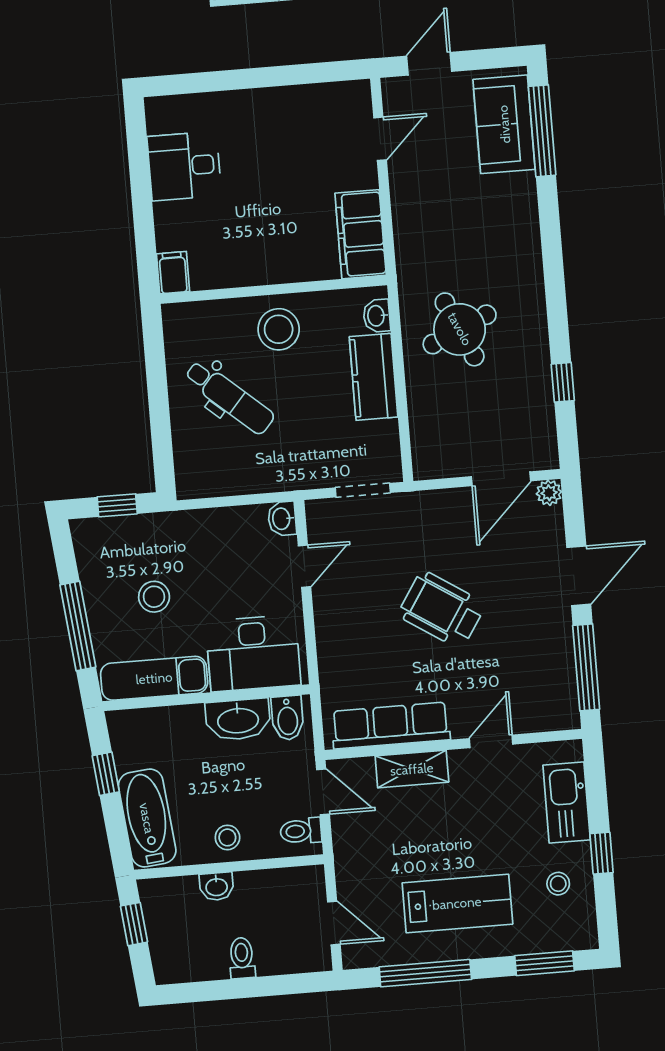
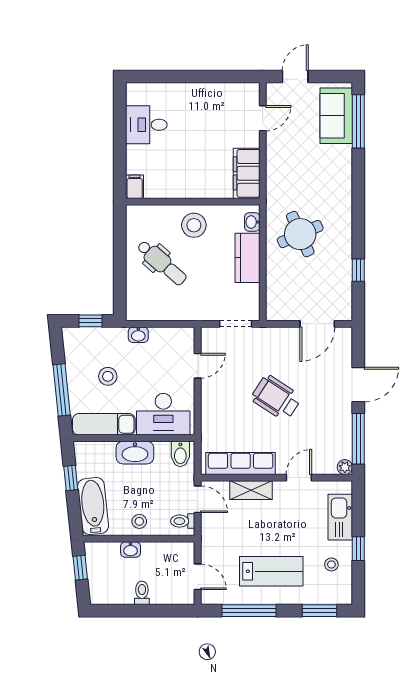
plant: (549, 493) -> (345, 467), moved
washbasin: (282, 519) -> (138, 335), moved, turned -90
washbasin: (238, 720) -> (135, 453), moved

